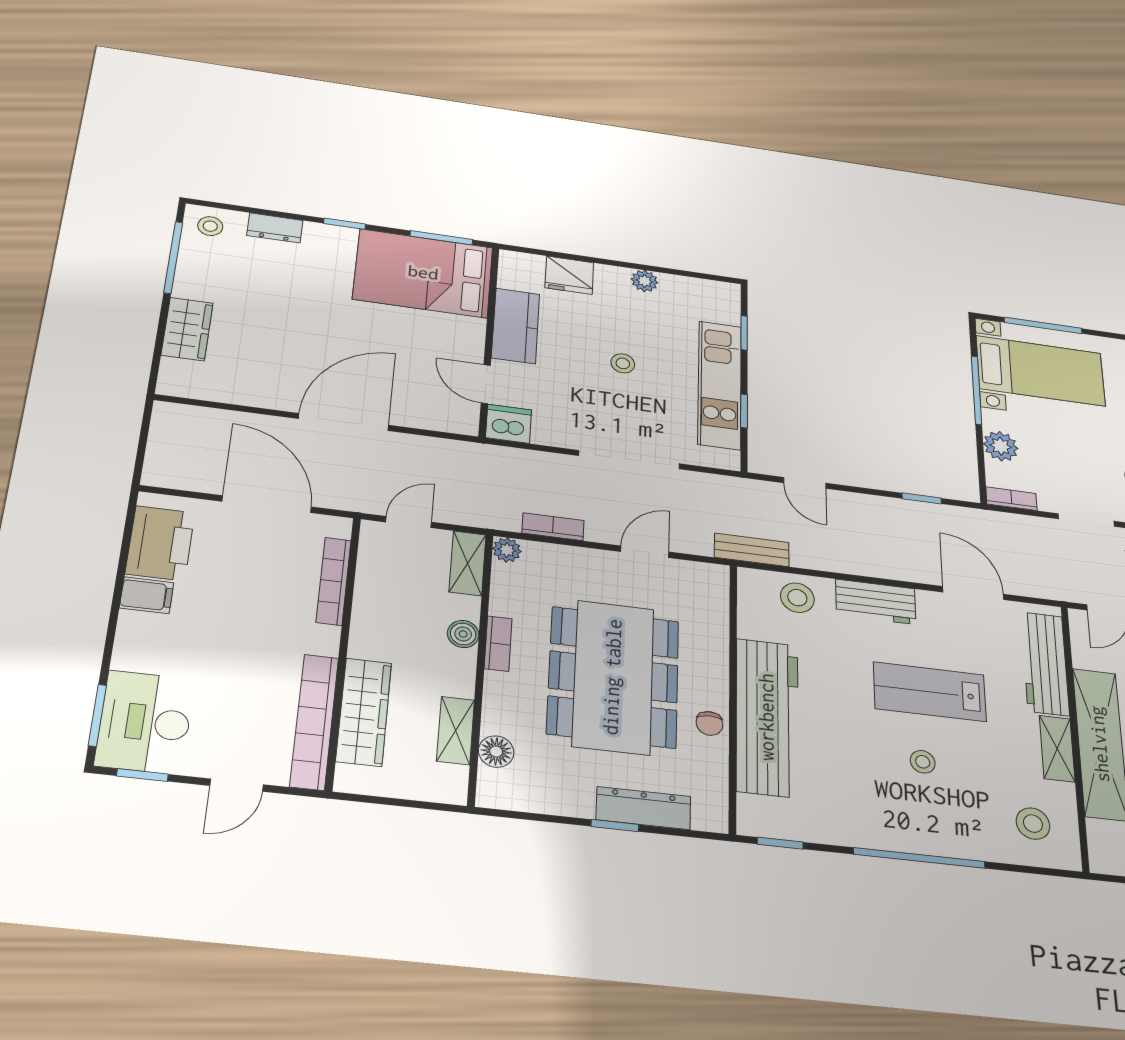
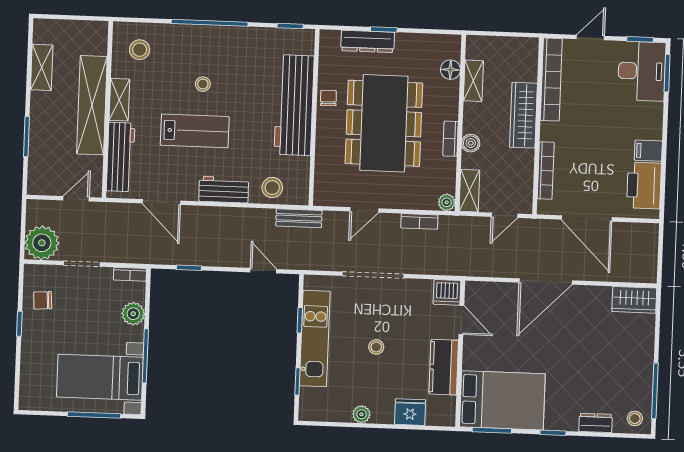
wardrobe: (187, 329) -> (634, 300), moved, turned -90
wardrobe: (364, 712) -> (524, 115), moved

